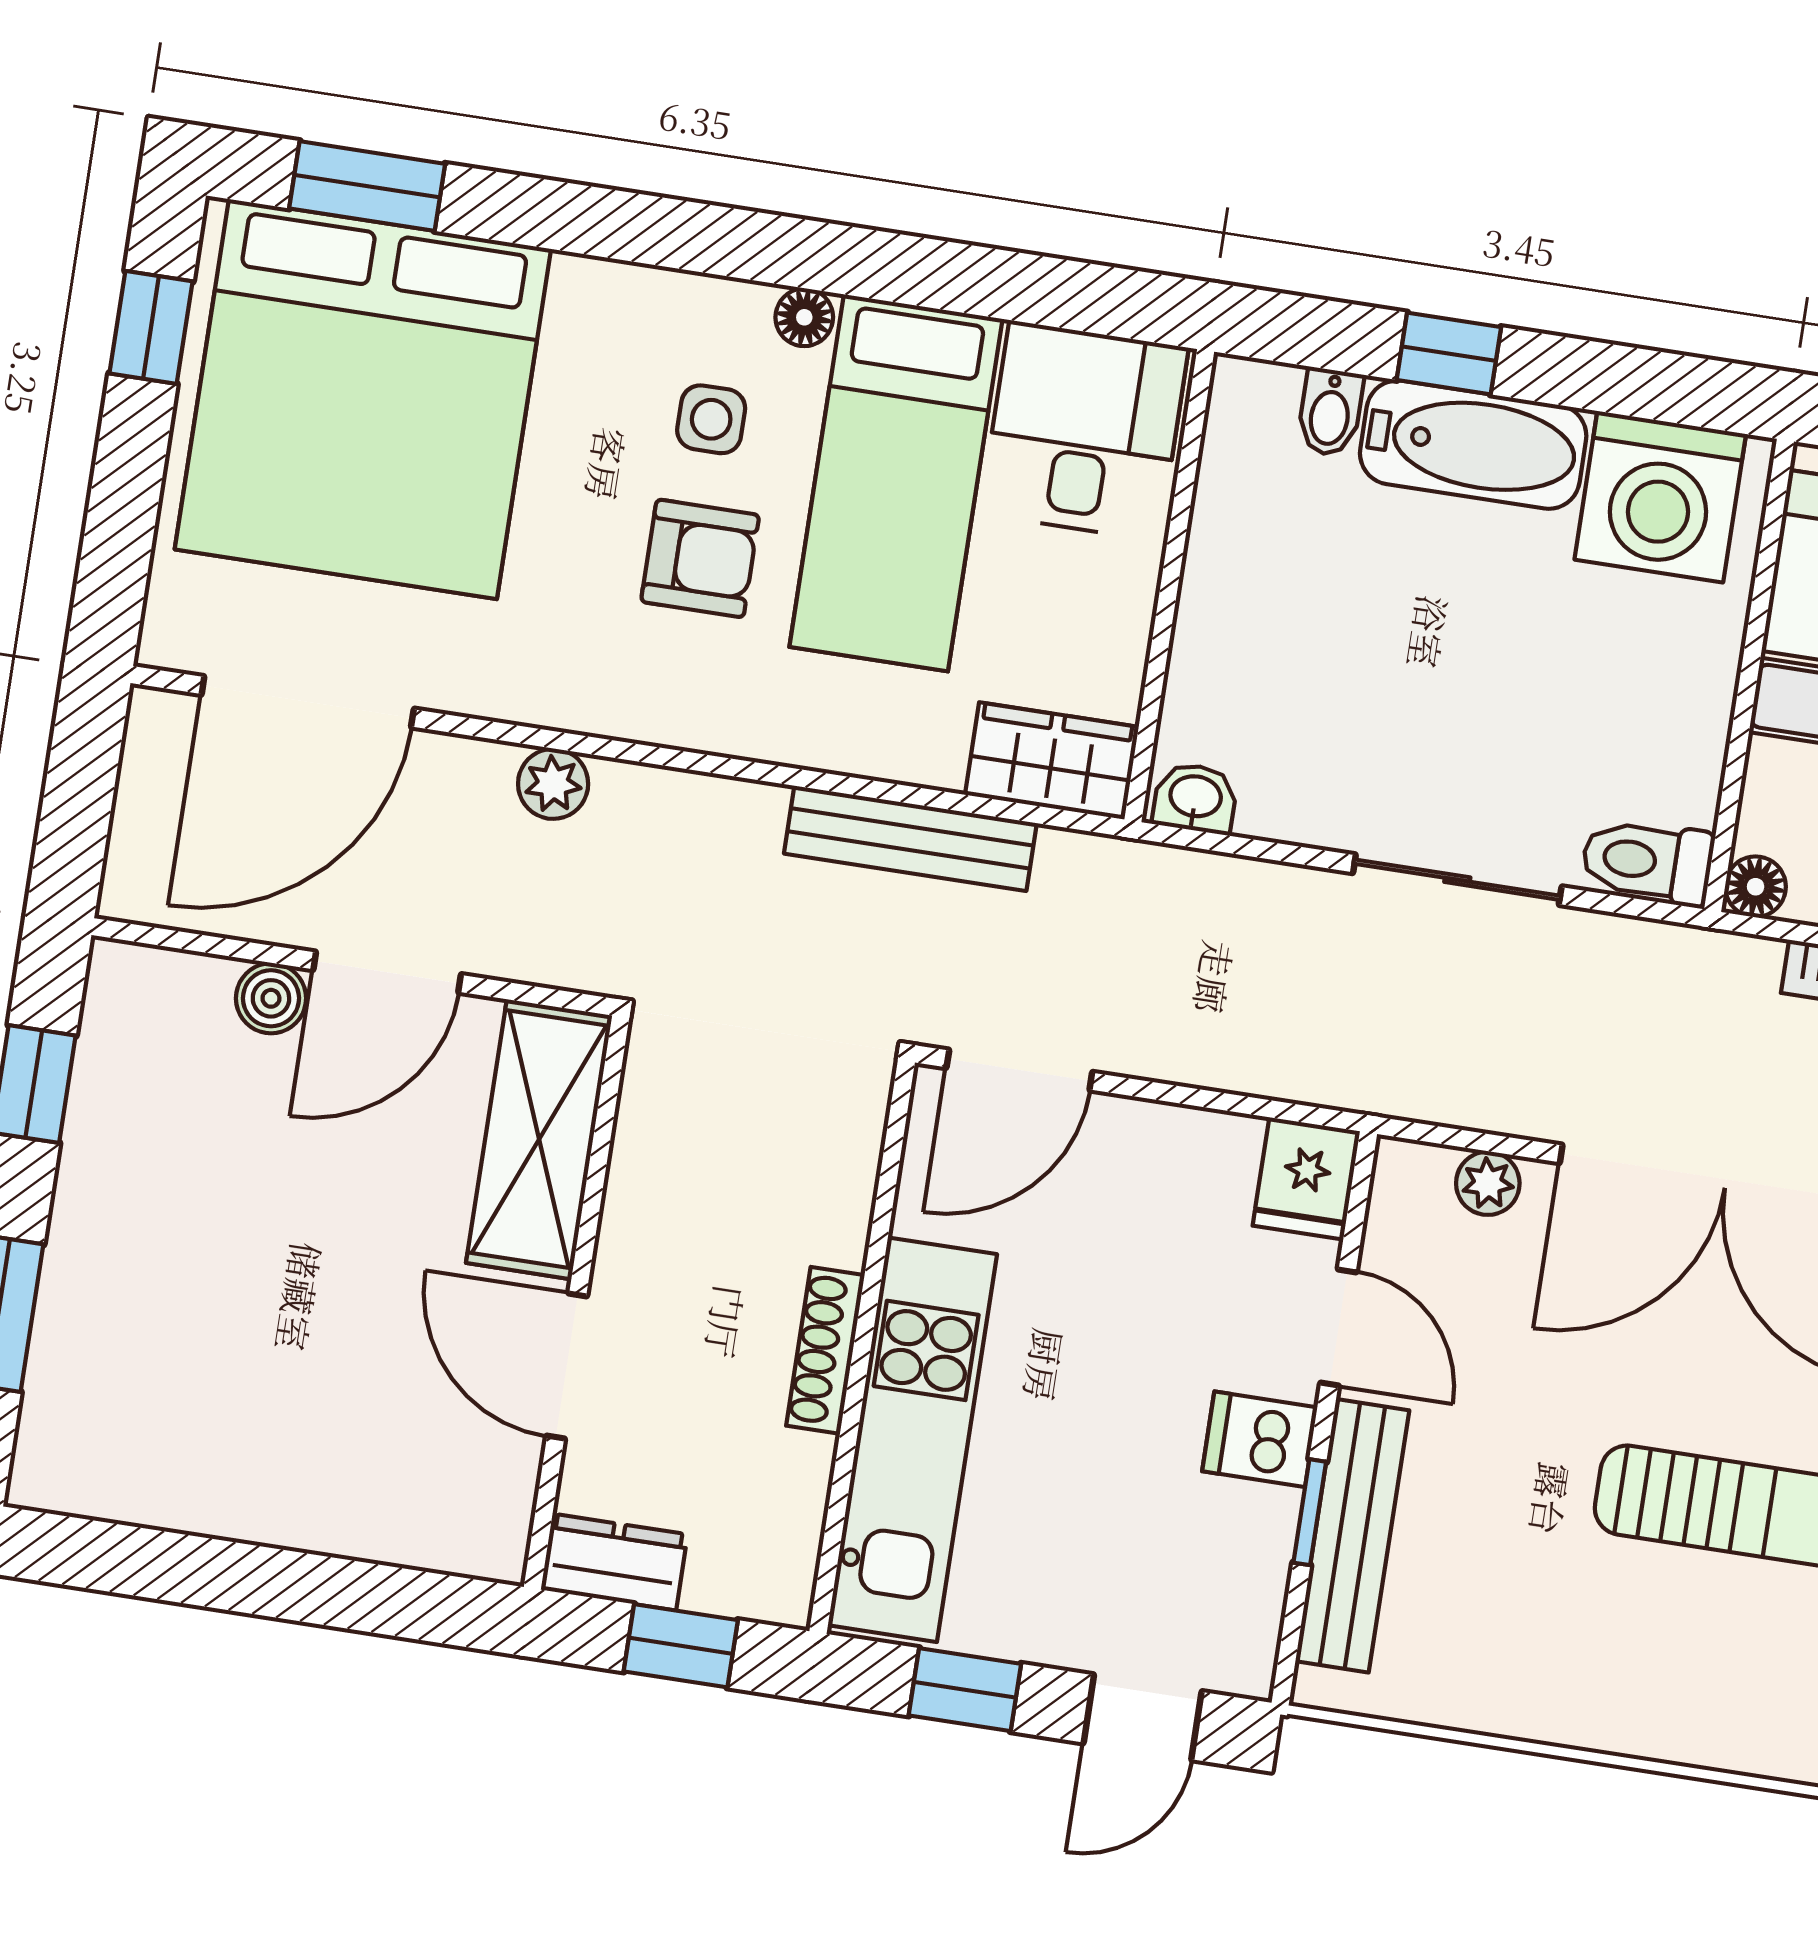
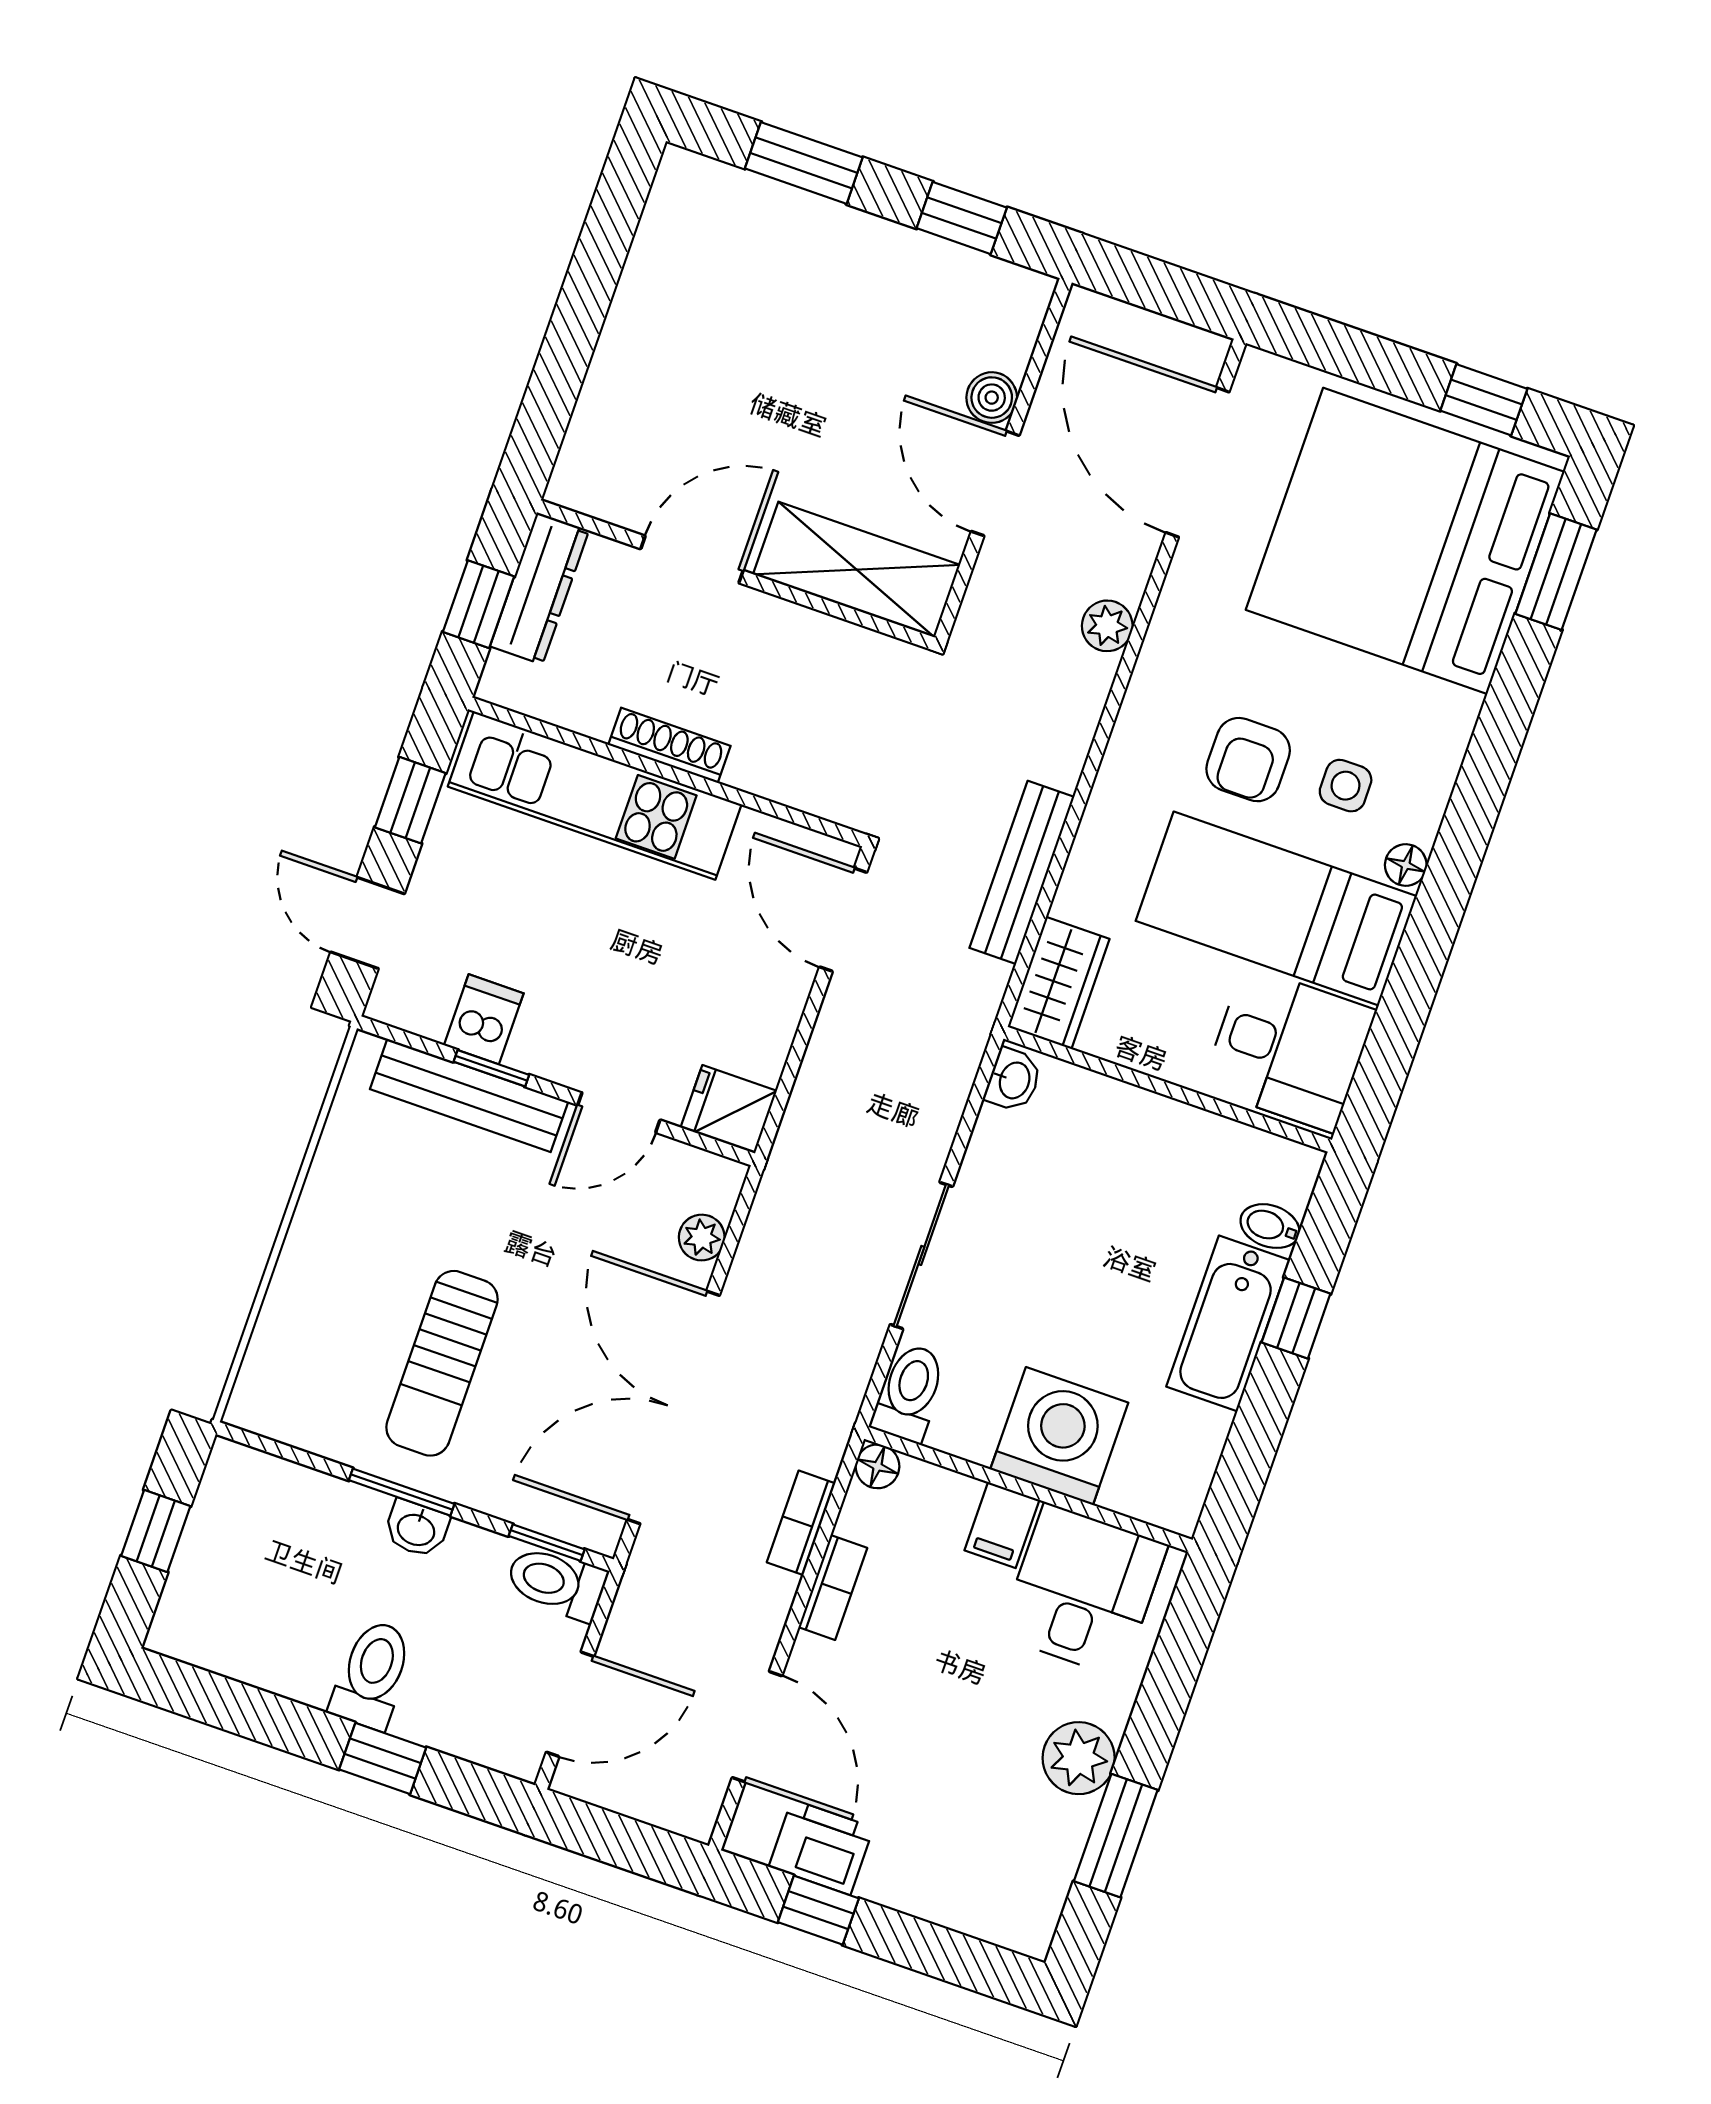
washing machine: (1660, 497) -> (1059, 1436), moved, turned 90
dishwasher: (1260, 1439) -> (484, 1019), moved
dresser: (614, 1562) -> (540, 588), width x1.44

